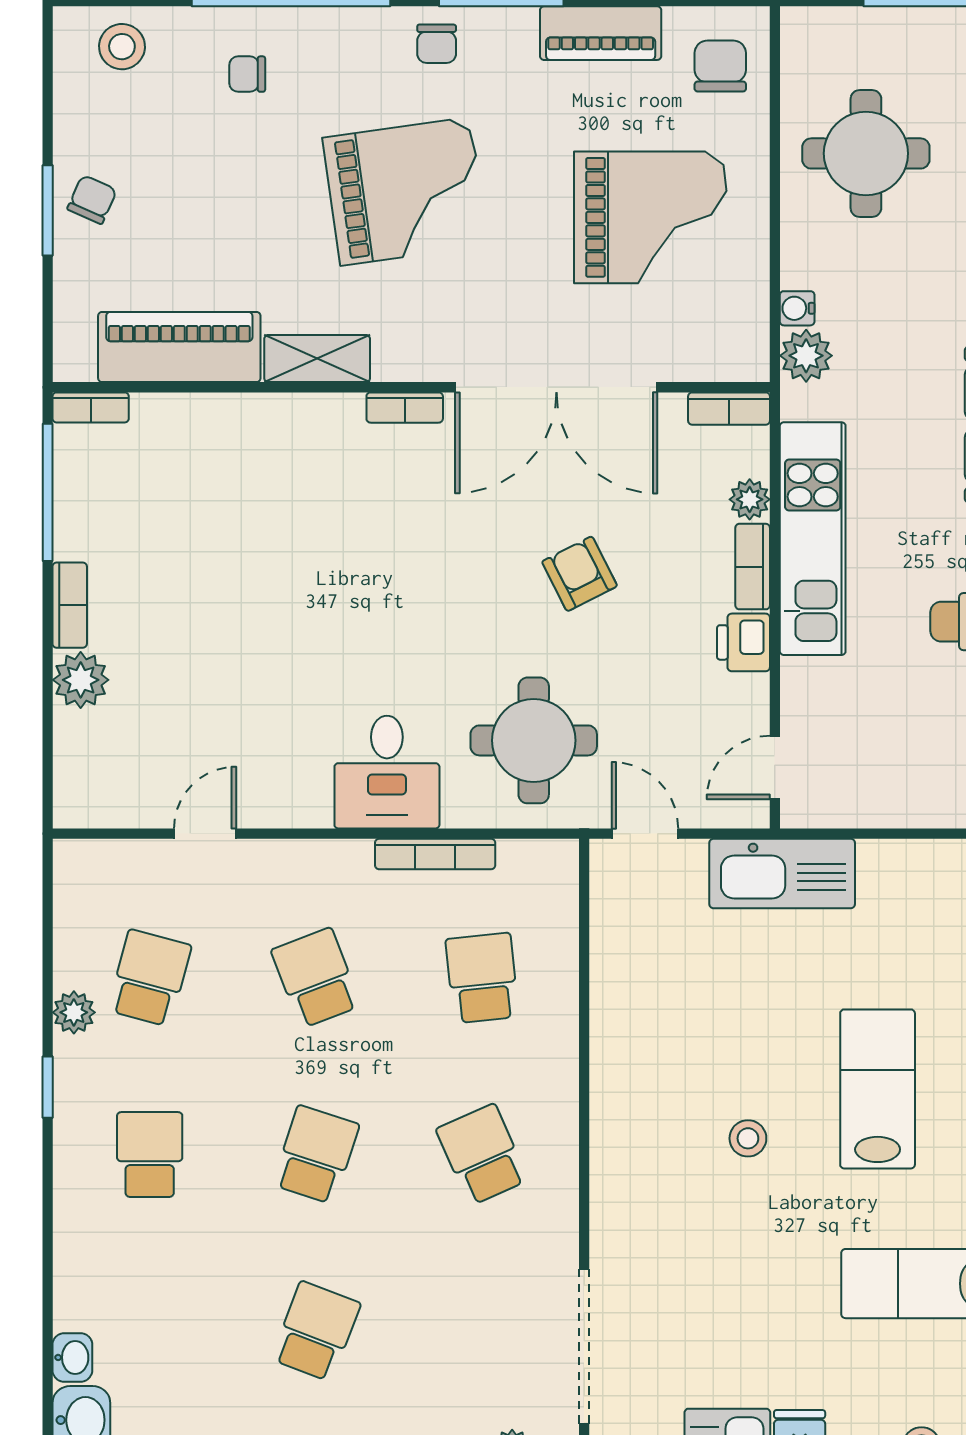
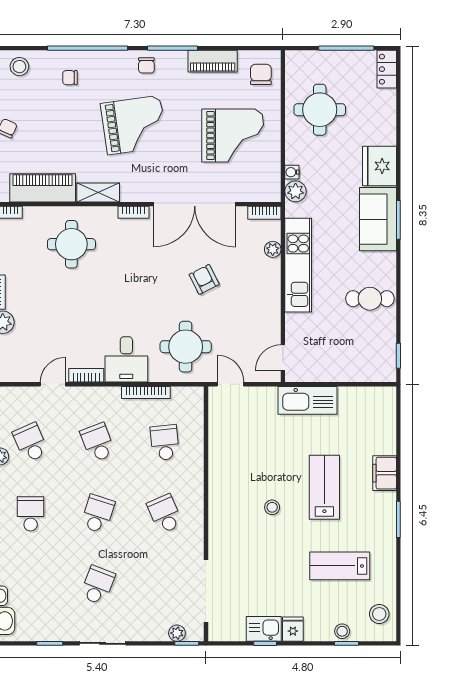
round table: (251, 487) -> (71, 244), added
bookcase: (753, 567) -> (86, 375), moved, turned 90
printer: (743, 642) -> (270, 307), removed
kitchen sink: (782, 873) -> (307, 400), moved
school desk: (150, 978) -> (31, 443), turned -39

